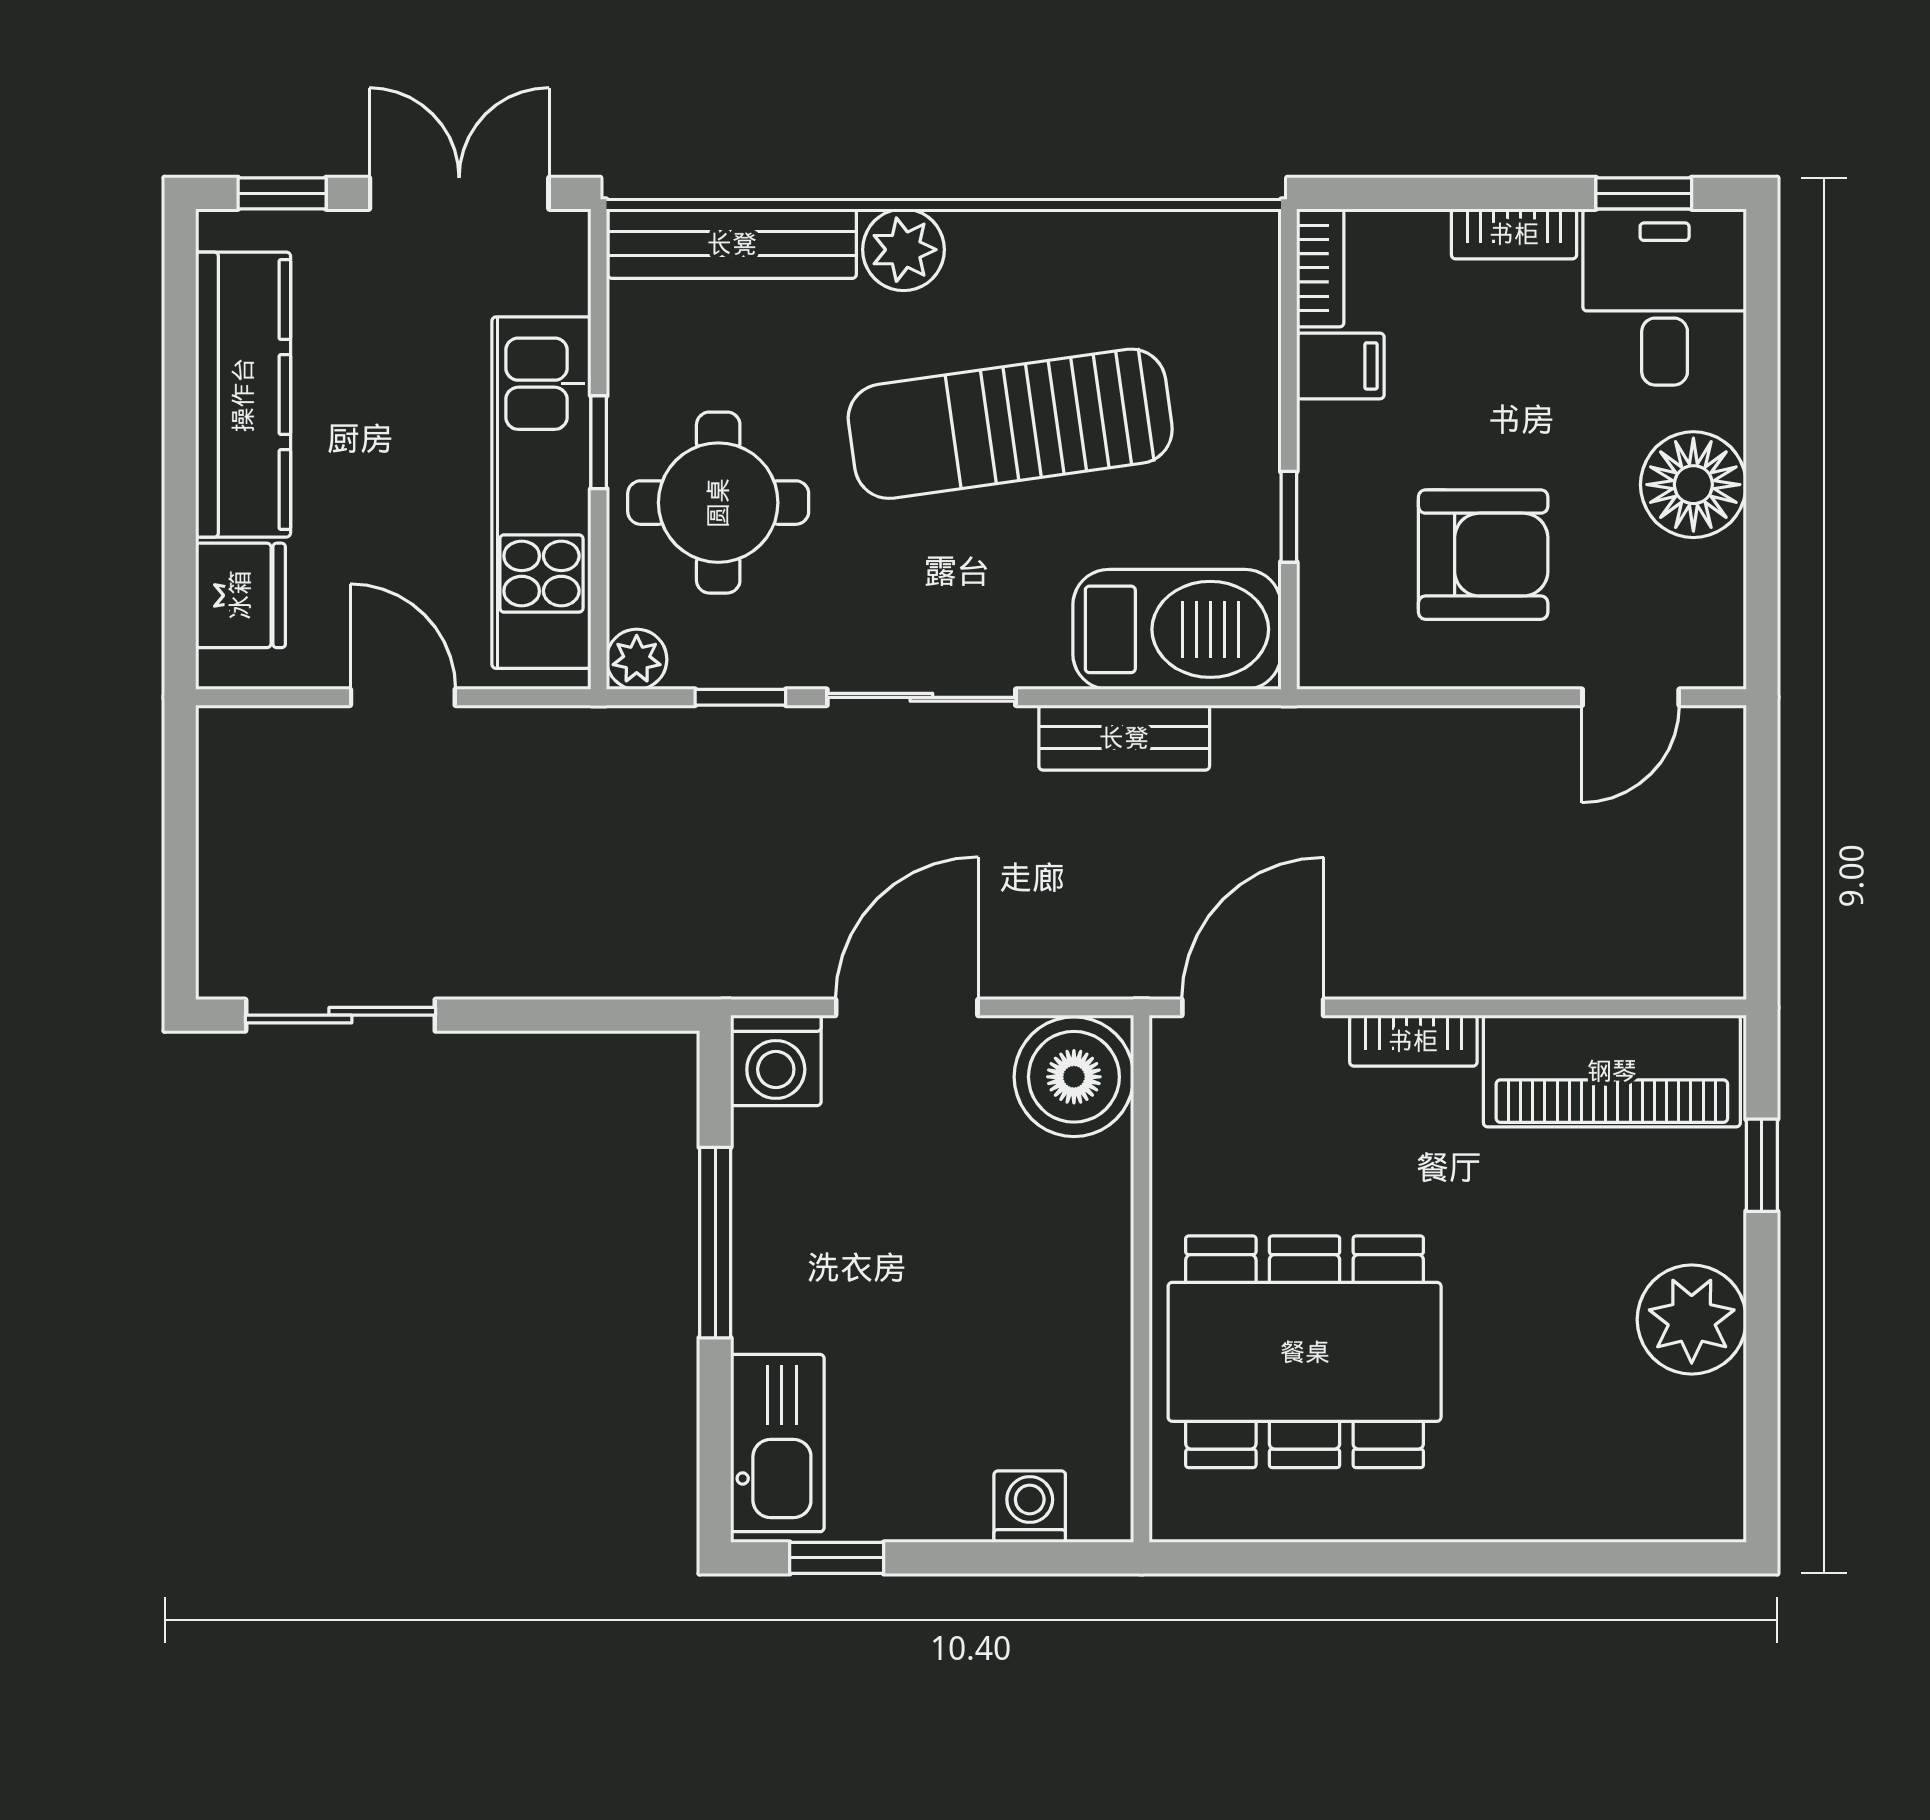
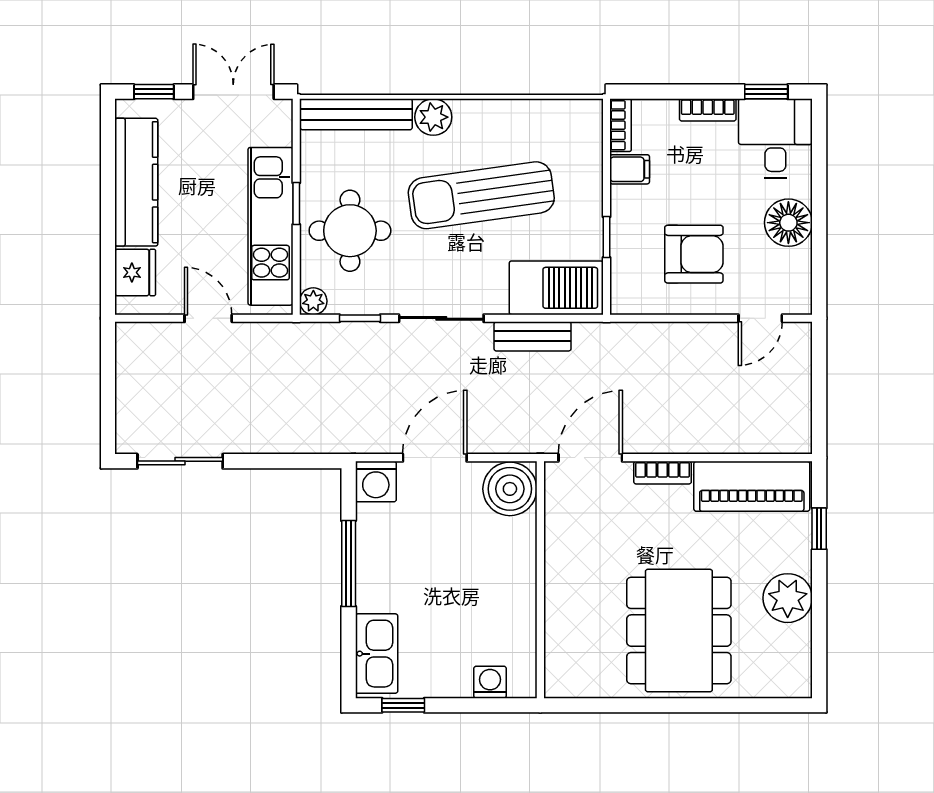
dining table: (1305, 1352) -> (679, 631), moved, turned 90

